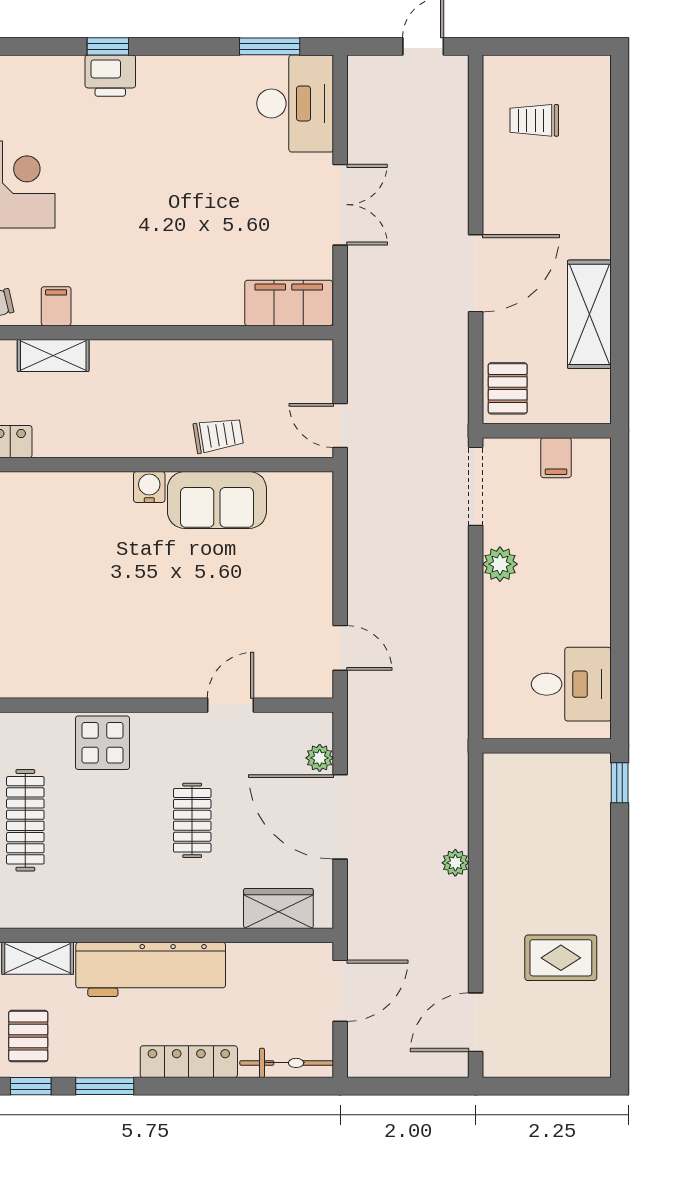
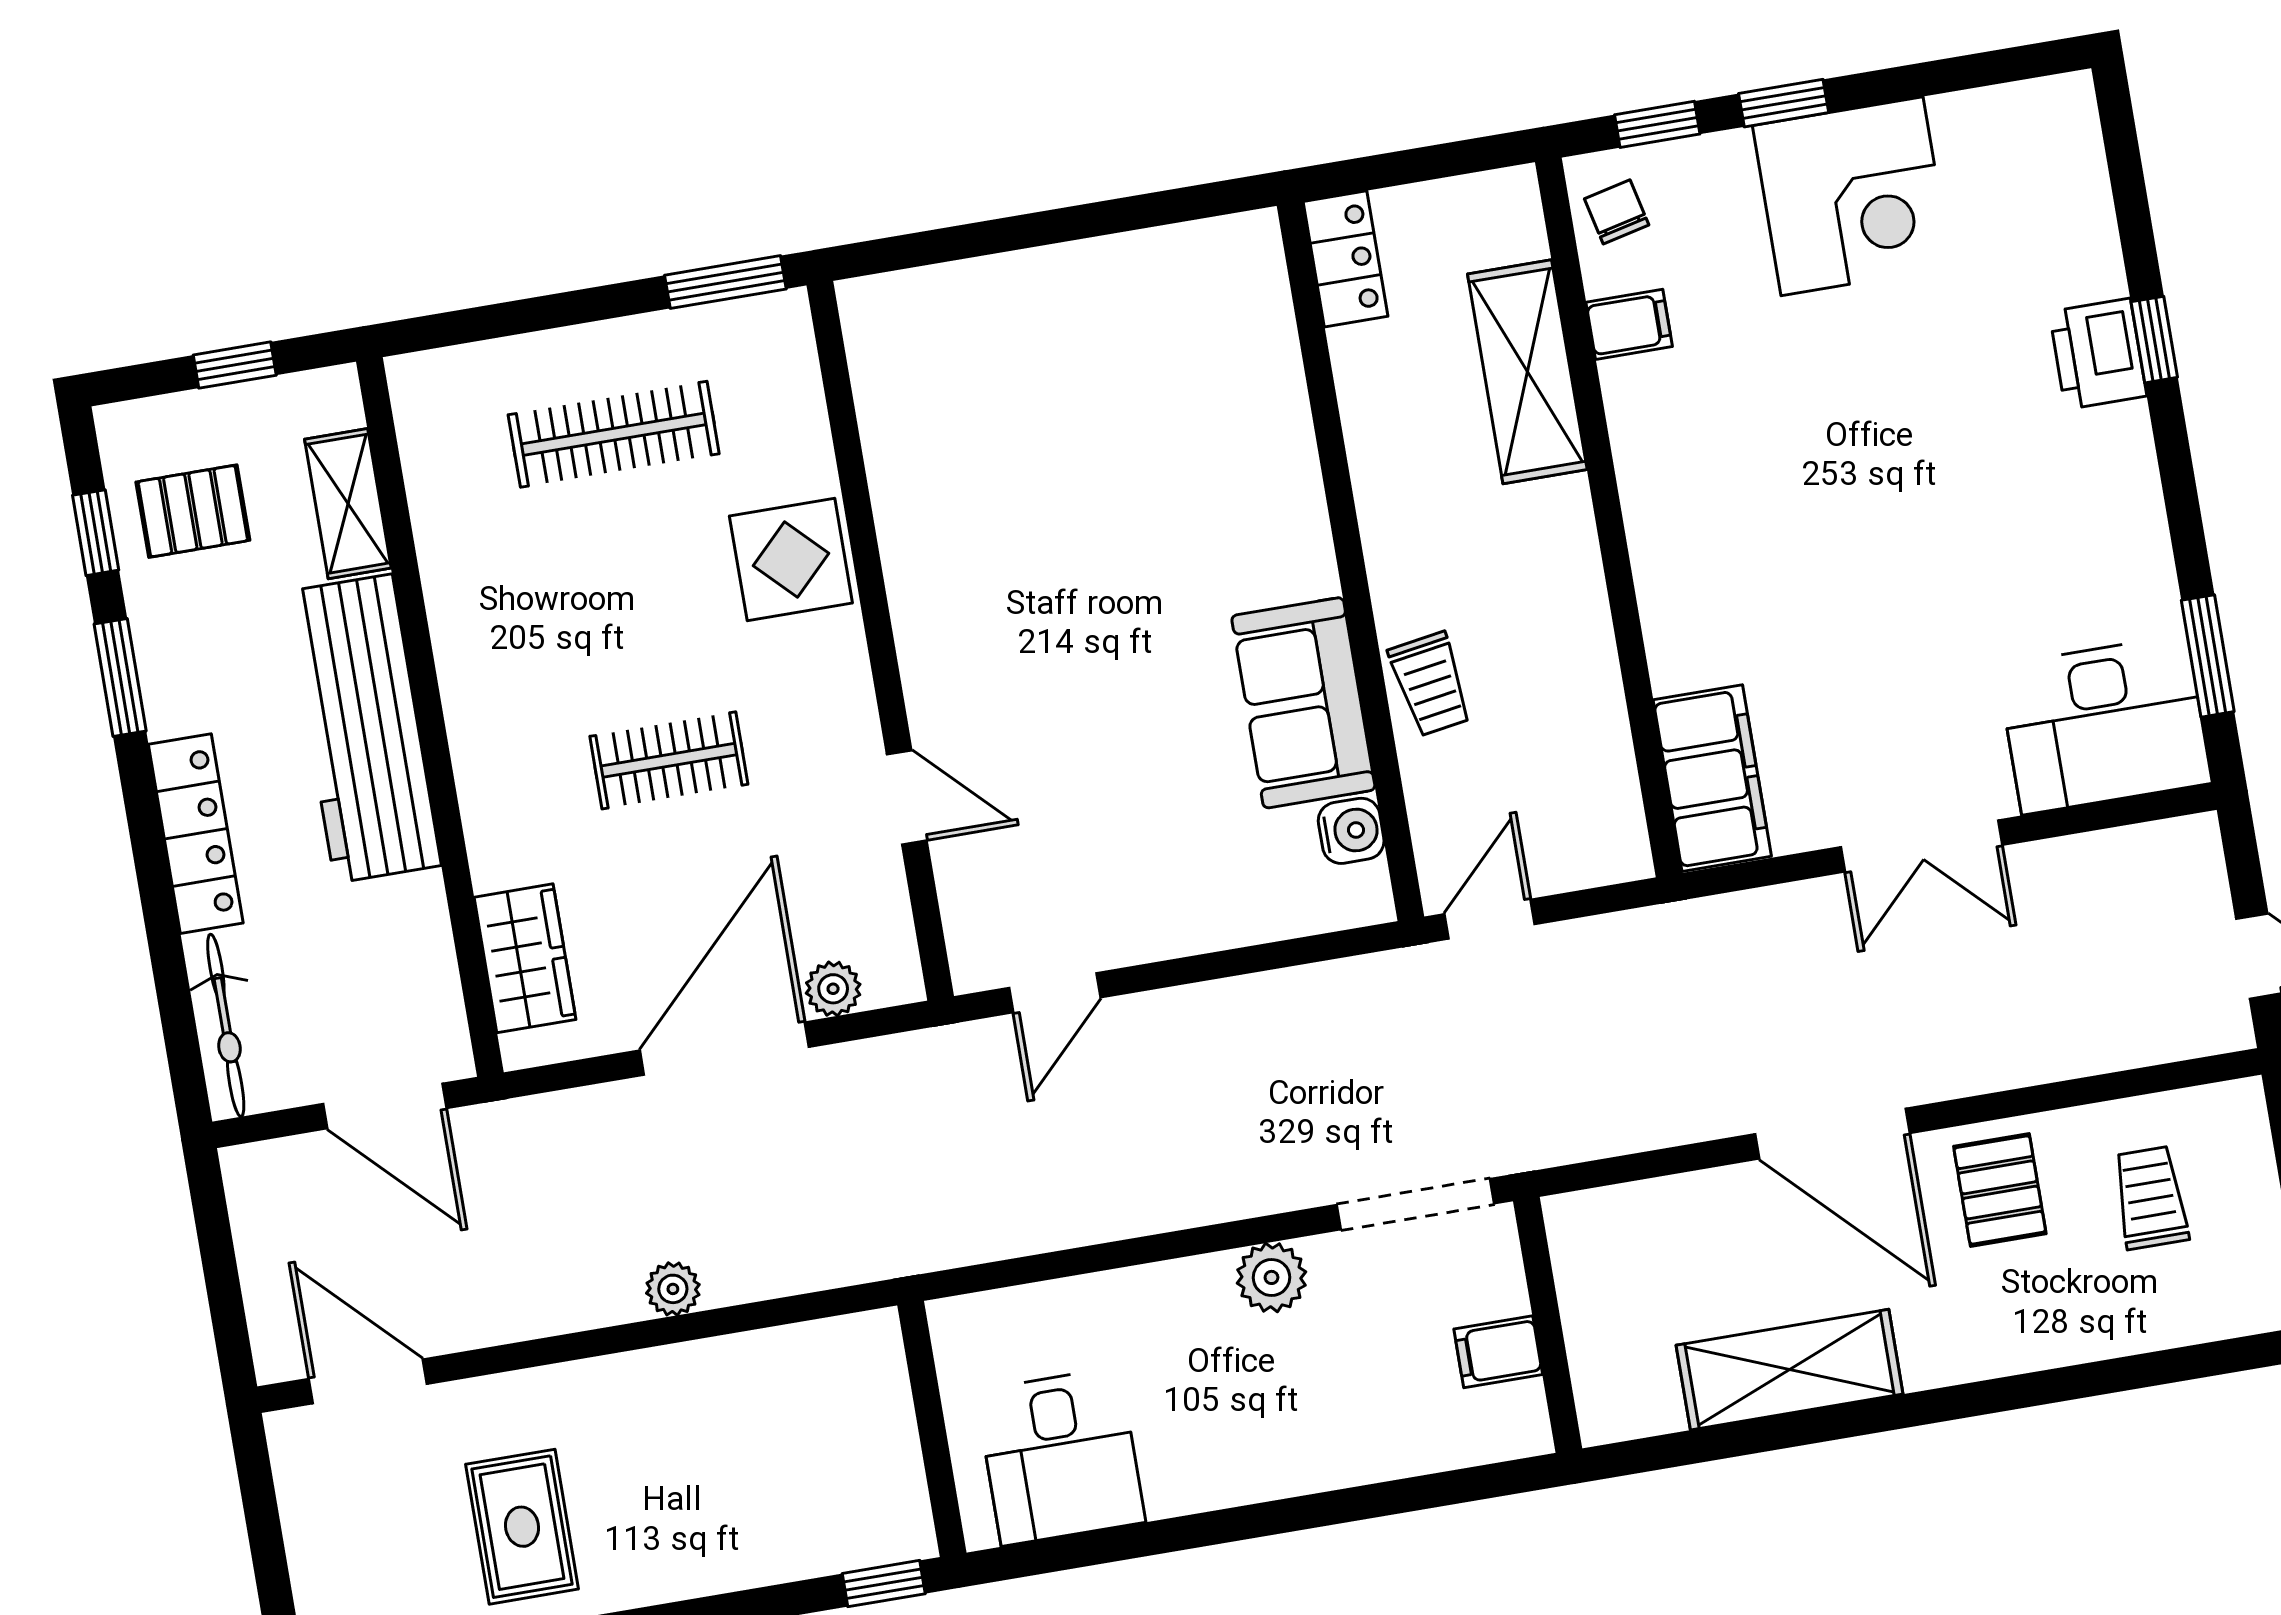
shelving: (53, 355) -> (1527, 372), width x1.50, depth x1.33
pallet: (508, 388) -> (2000, 1190), moved, turned 90
water cooler: (149, 487) -> (1351, 831), moved

